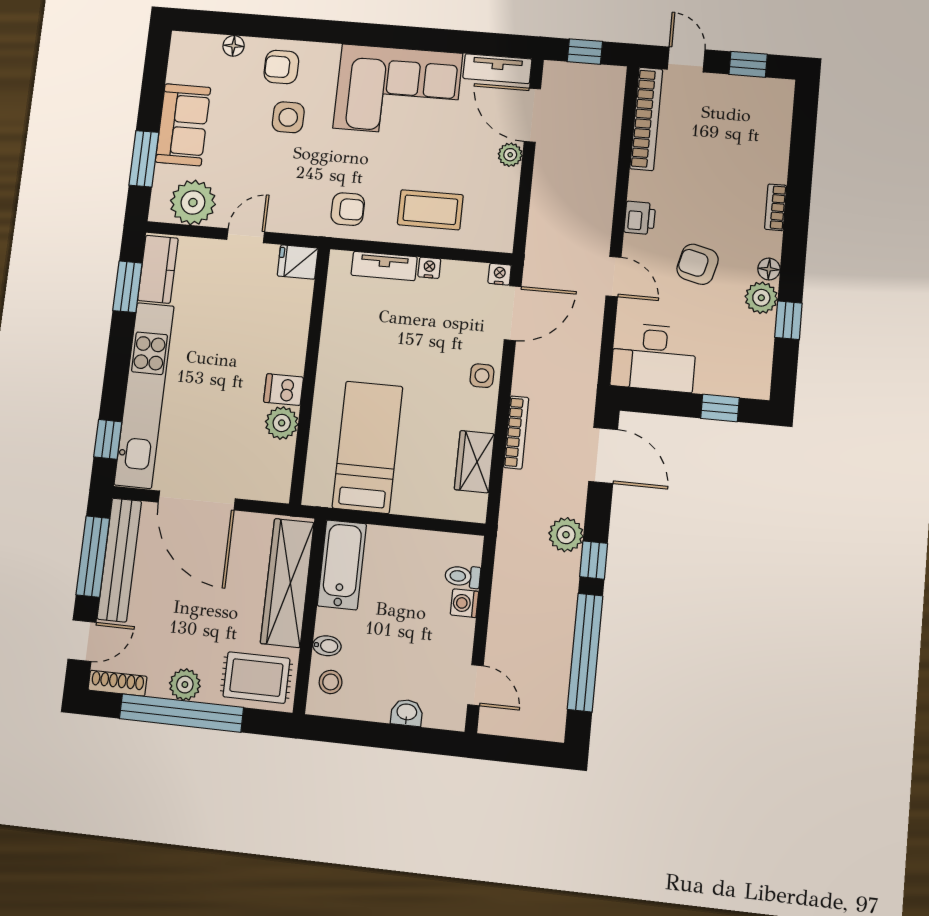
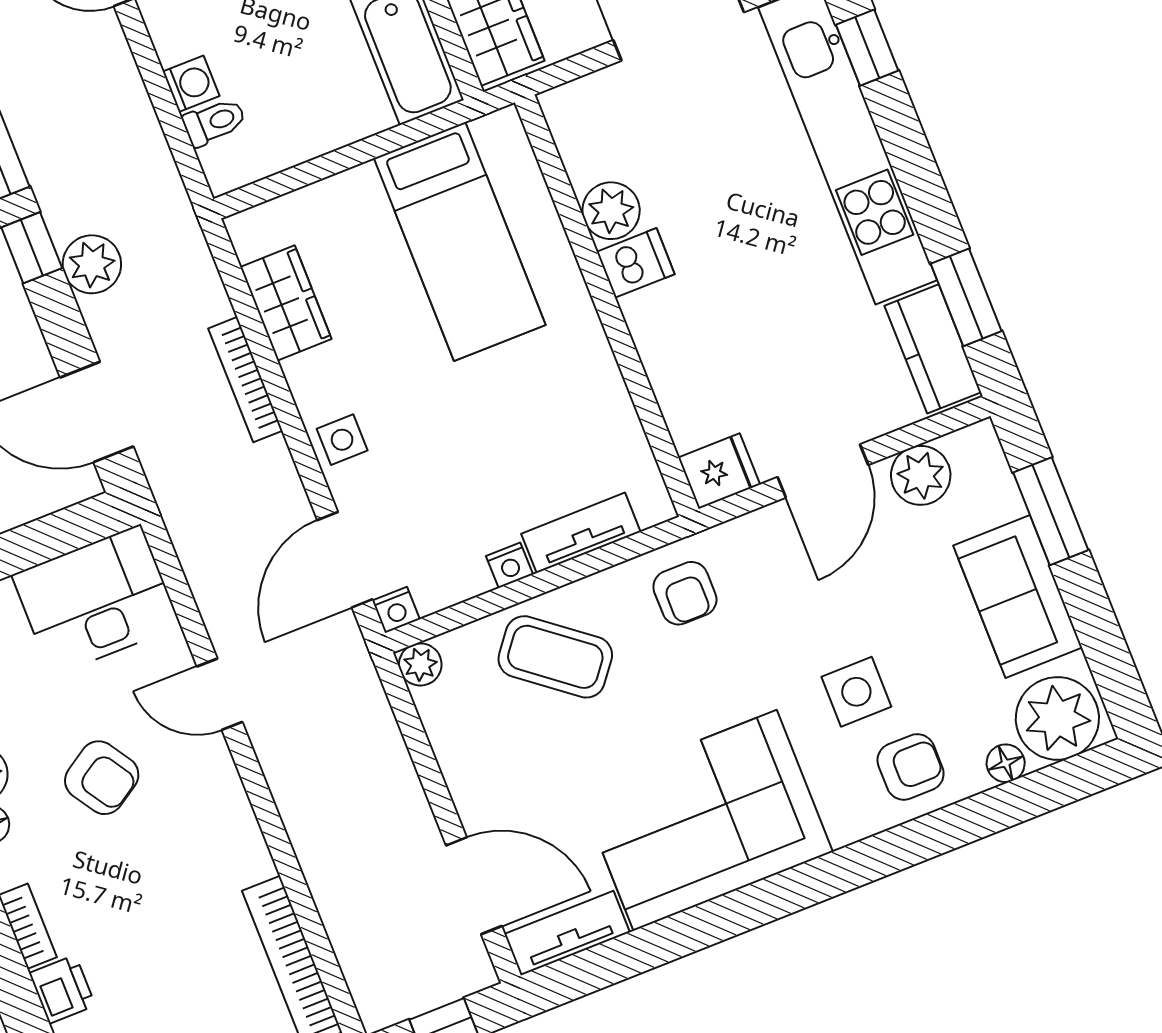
plant: (196, 55) -> (1057, 718), added
plant: (510, 155) -> (420, 664), moved
plant: (193, 202) -> (921, 475), width x0.73, depth x0.73
armchair: (348, 209) -> (685, 593), turned -90
coffee table: (430, 210) -> (555, 657), turned 38
printer: (640, 218) -> (62, 989), moved, turned 180
door: (246, 236) -> (823, 471), width x1.38
armchair: (698, 264) -> (102, 778), turned 43

